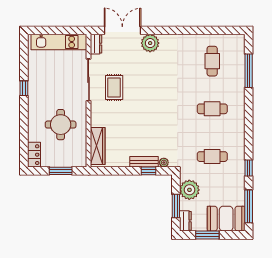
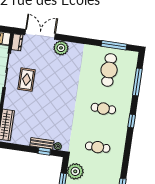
window: (214, 30) -> (114, 45), added
cafe table: (212, 61) -> (109, 70), width x1.37, depth x1.35
window: (249, 168) -> (132, 121), moved

